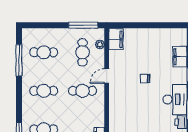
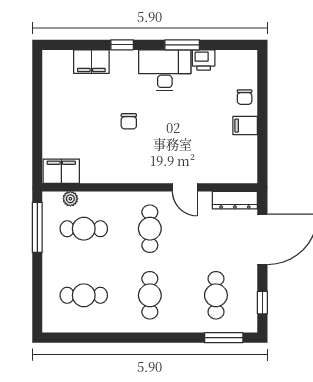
cafe table: (44, 52) -> (84, 295), turned 90
window: (19, 60) -> (97, 338), removed
door: (107, 76) -> (185, 187), moved

